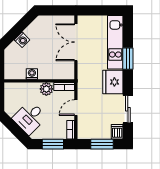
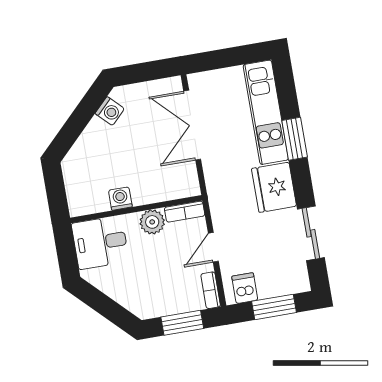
washing machine: (22, 40) -> (110, 111), moved
desk: (30, 118) -> (100, 242), moved, turned 45
dishwasher: (117, 132) -> (245, 288), moved

